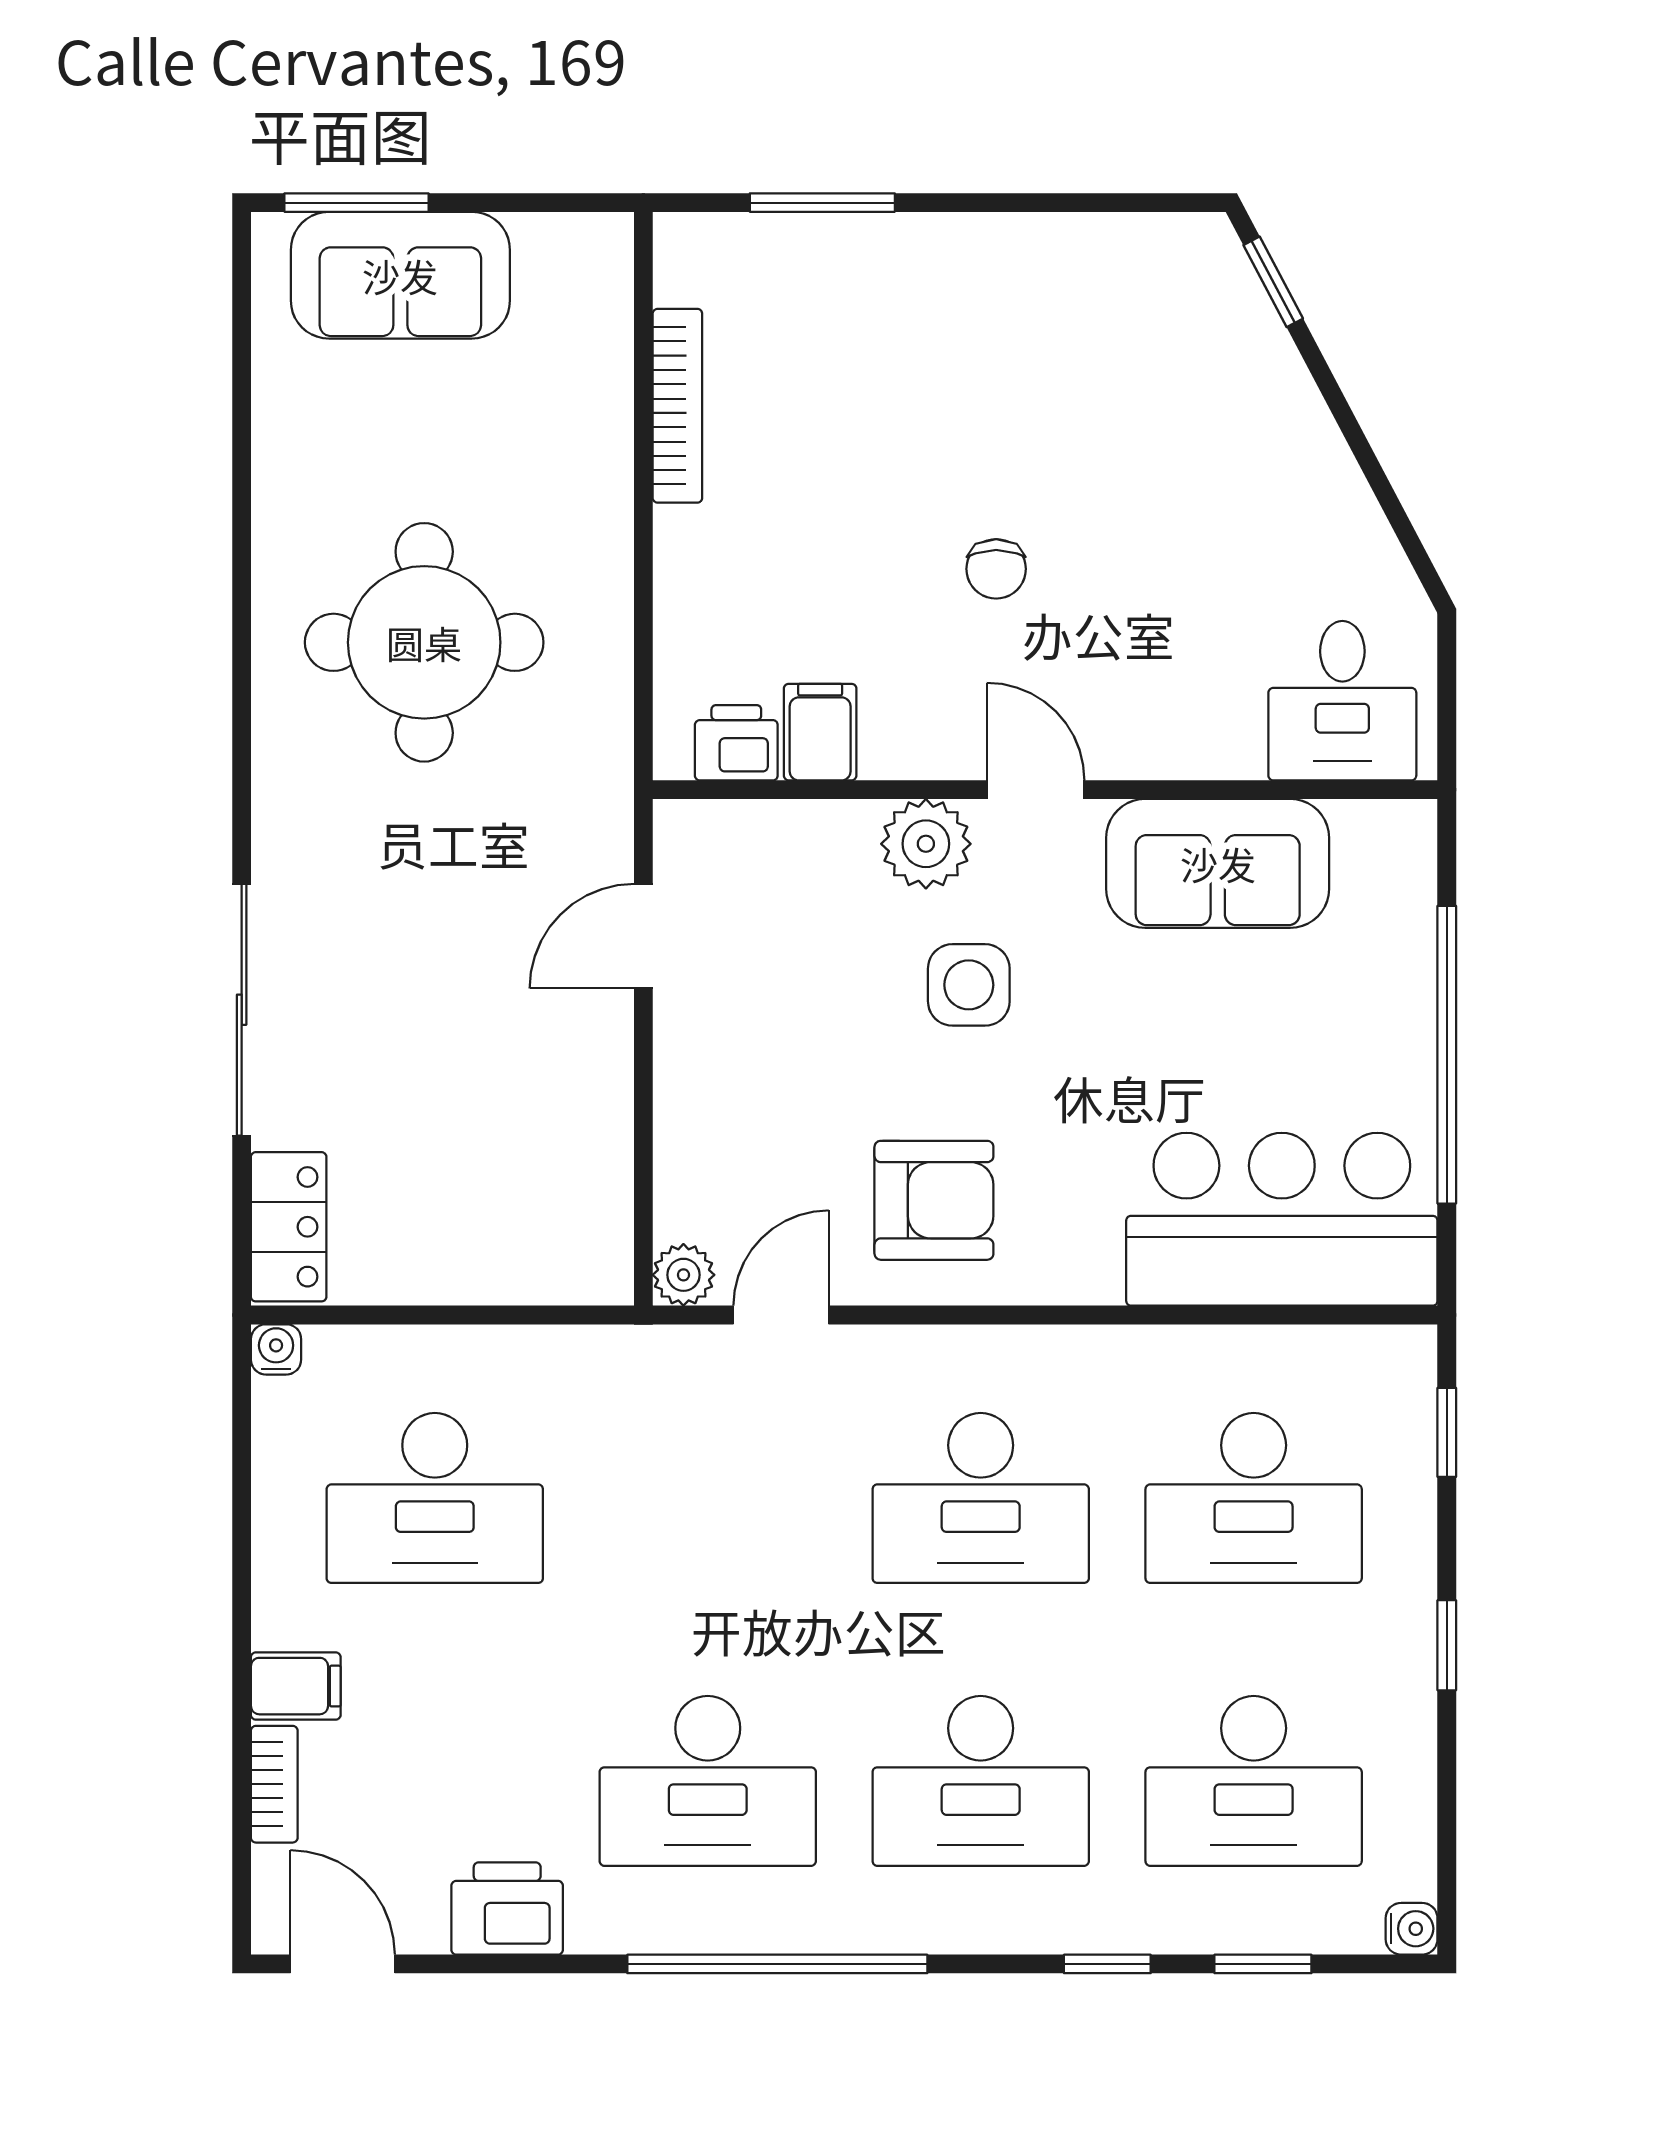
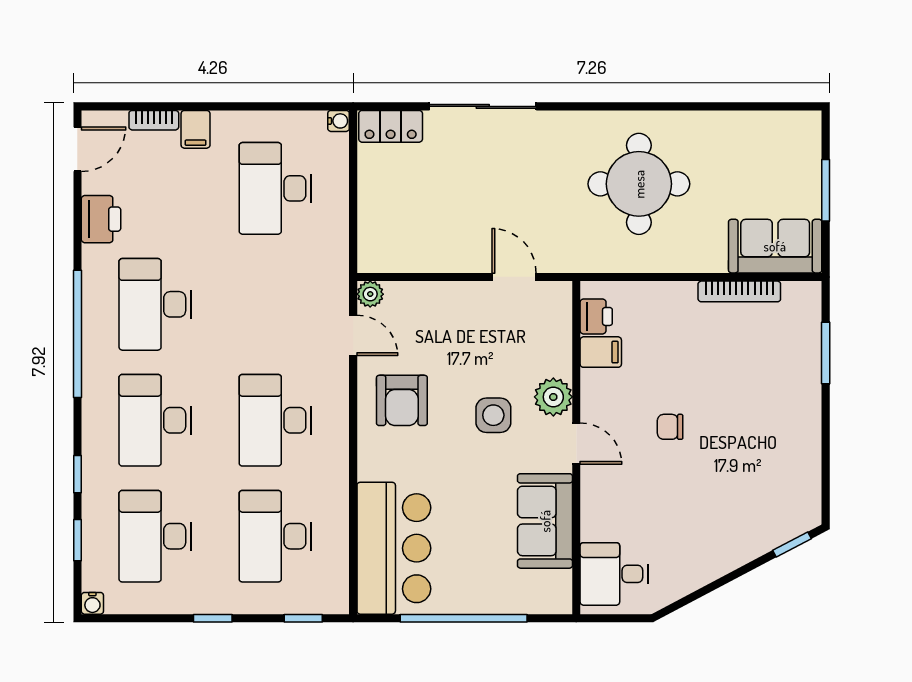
window: (356, 203) -> (826, 190), moved
sofa: (400, 275) -> (775, 246), moved, turned 90
door: (1036, 790) -> (576, 444), hinge flipped

